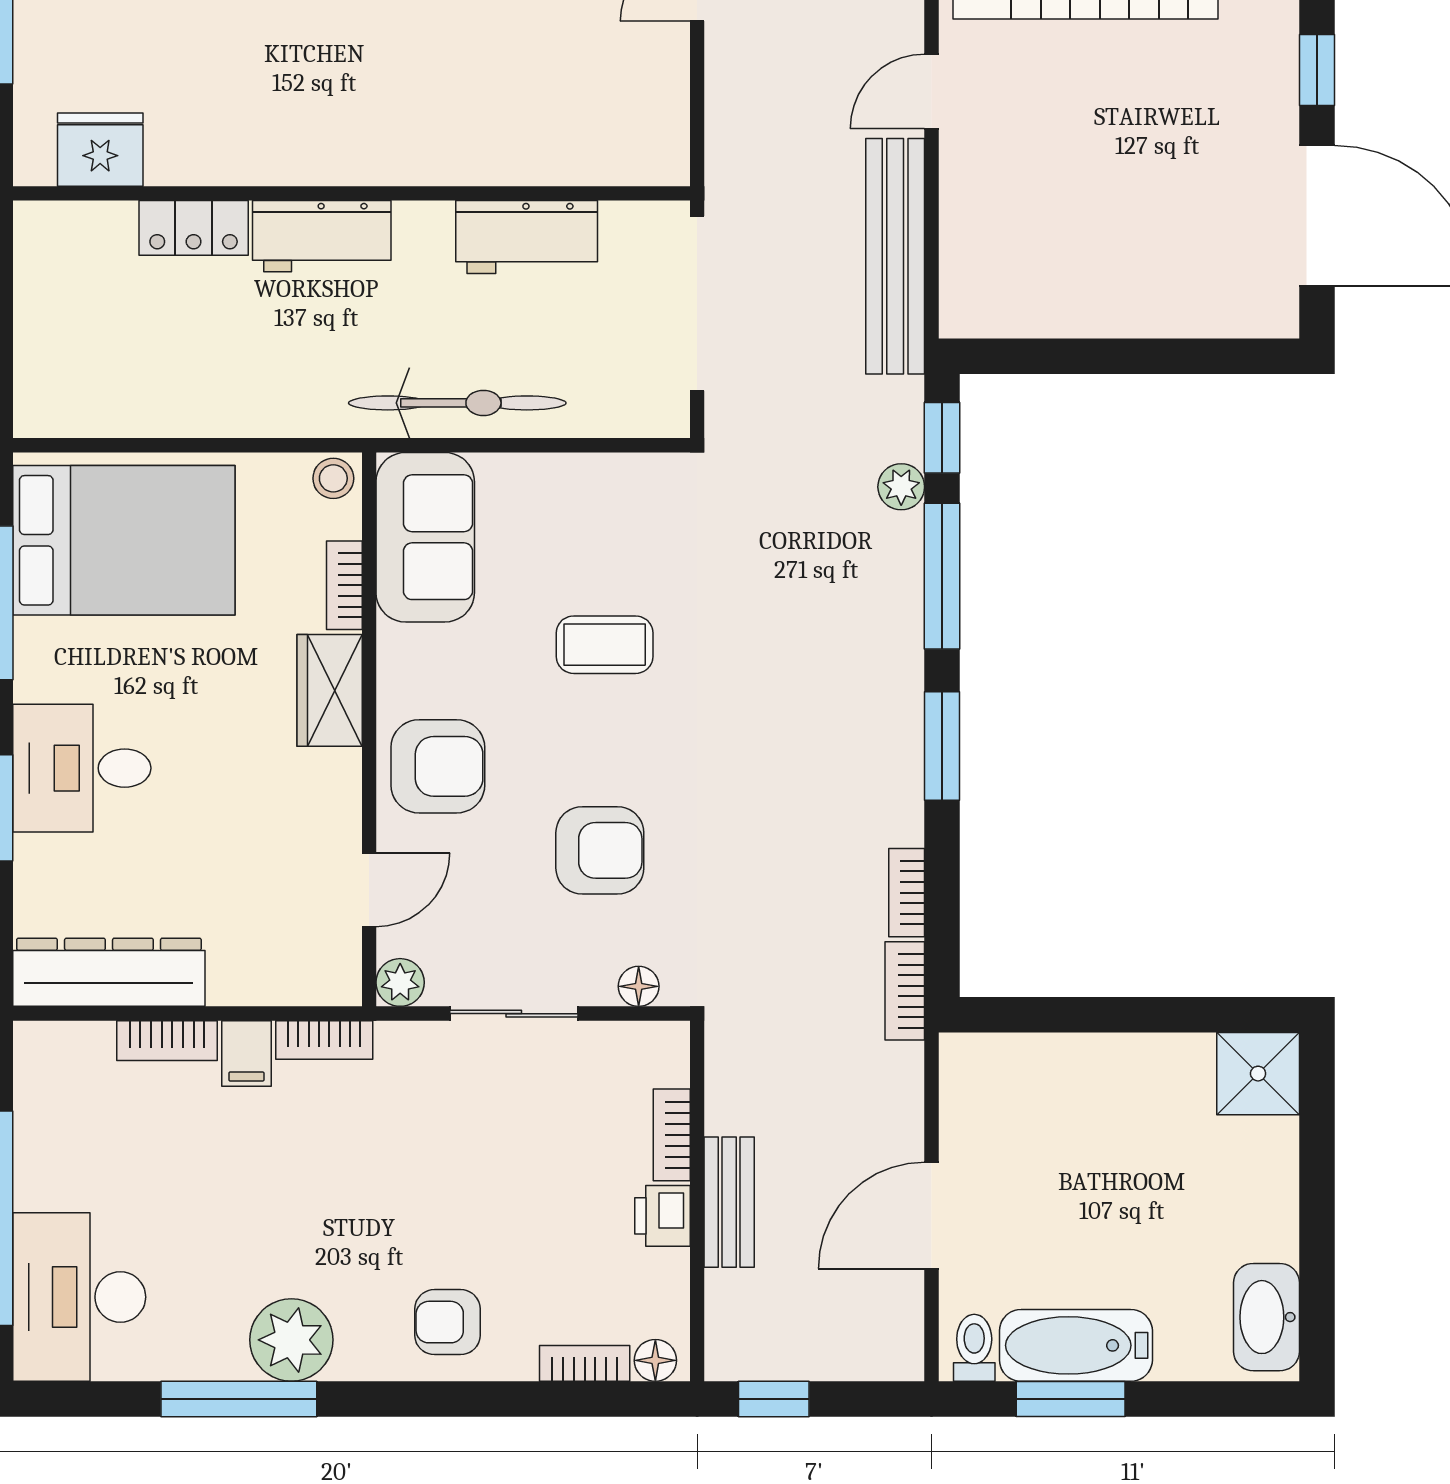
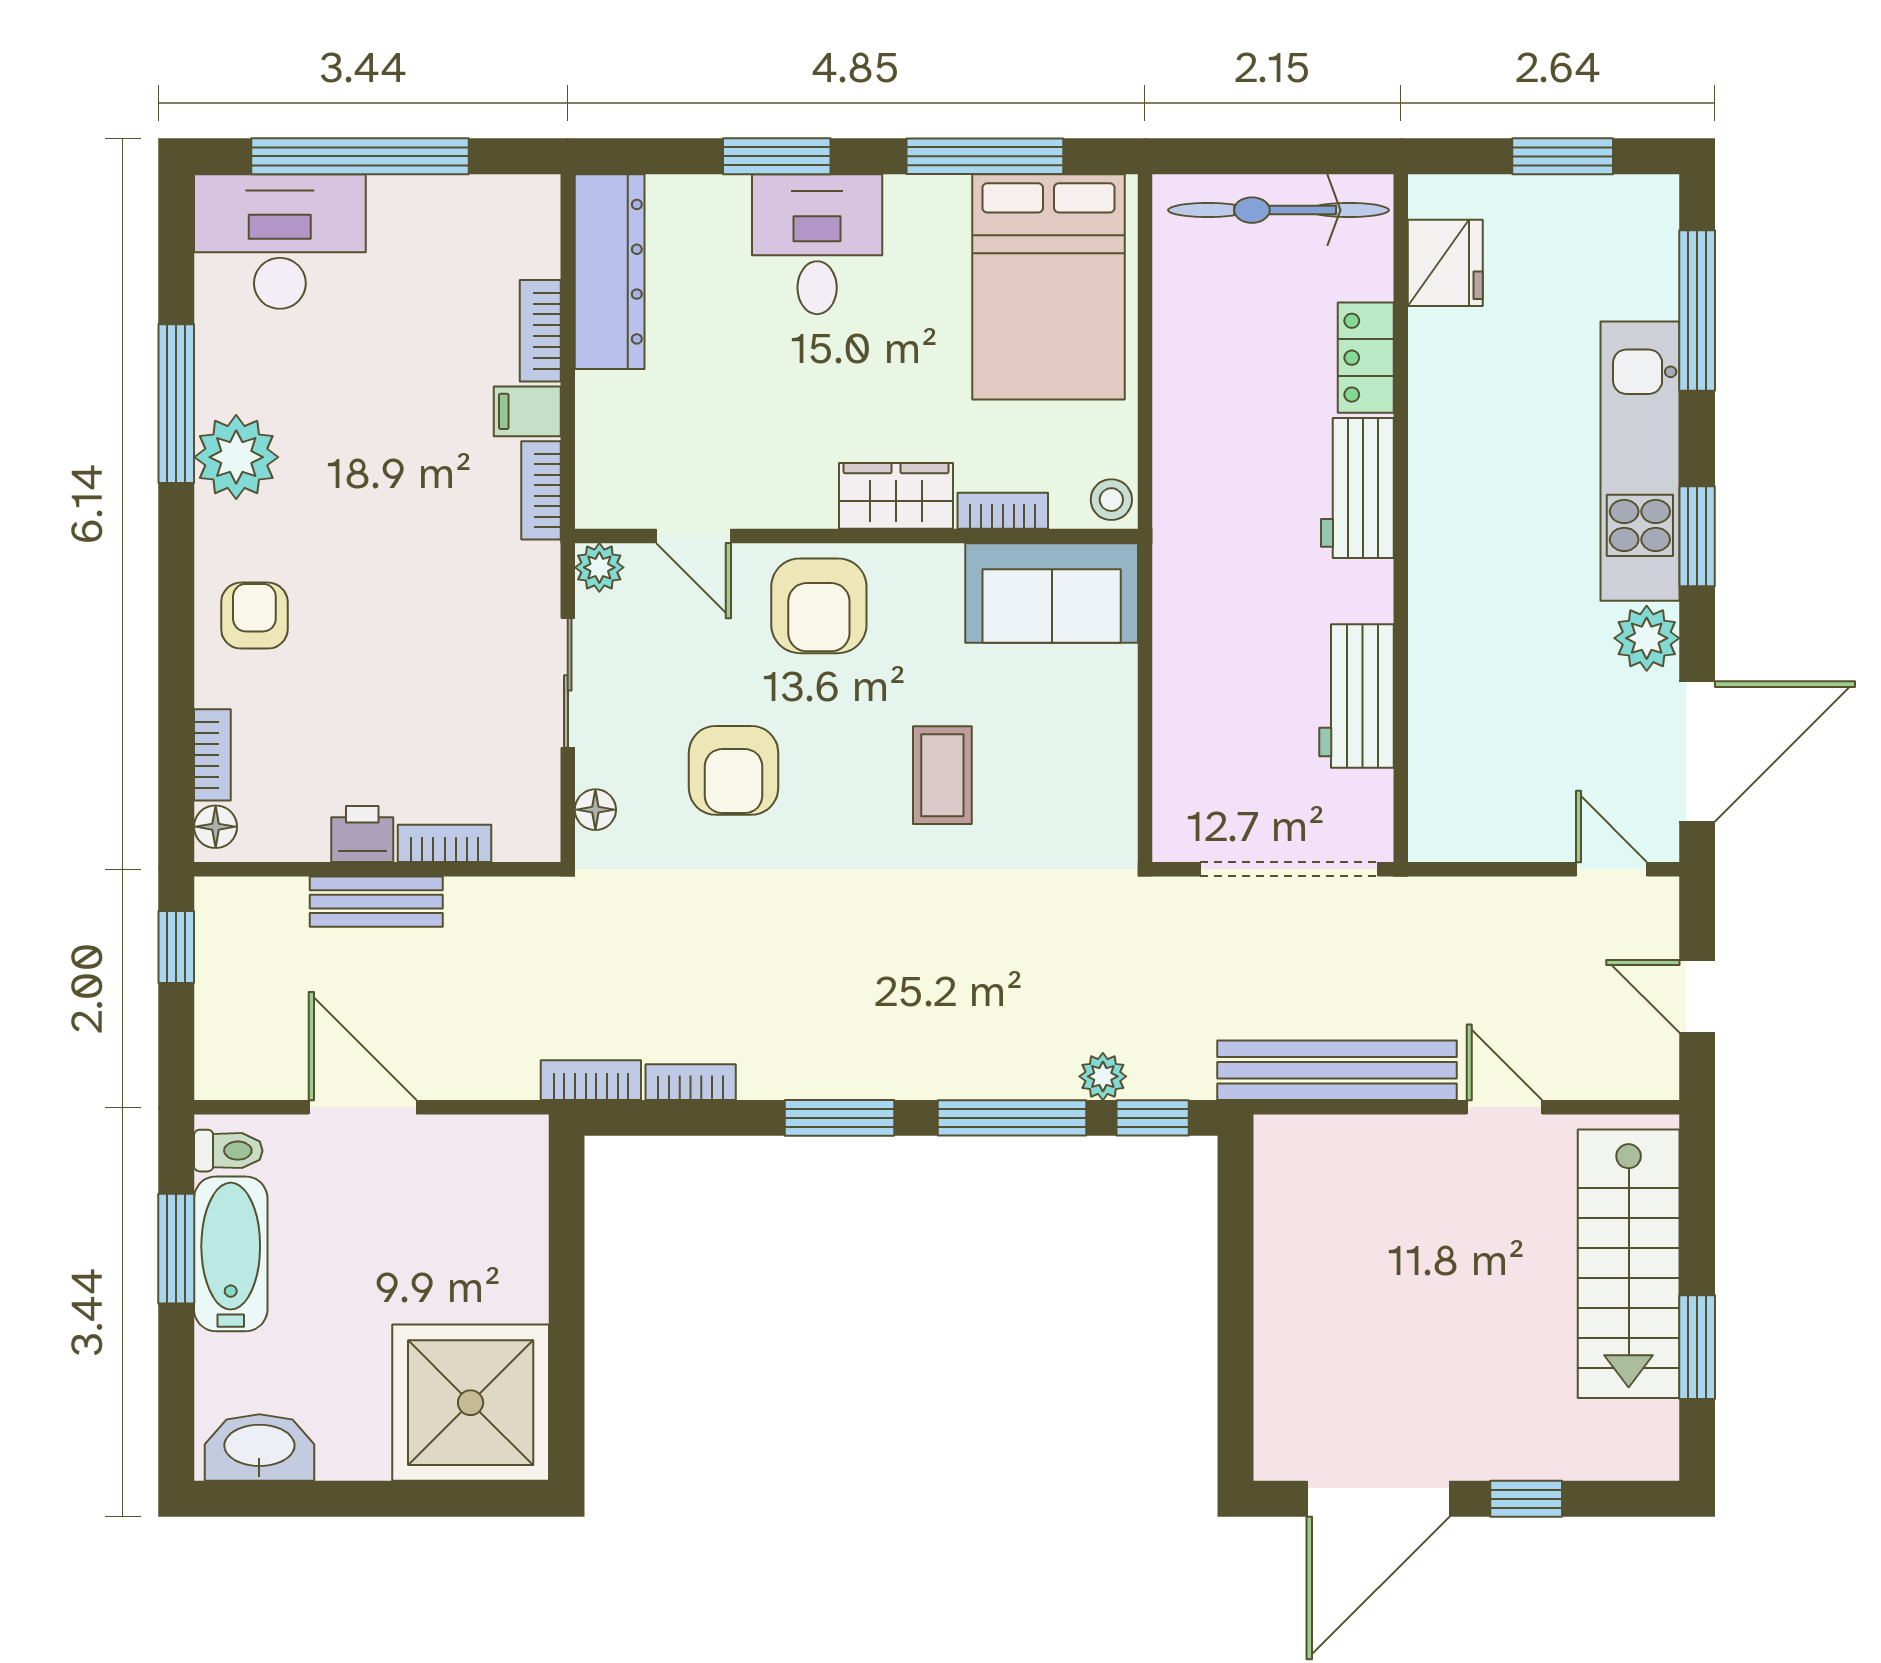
bicycle: (457, 403) -> (1278, 210), moved, turned 90
shower: (1258, 1074) -> (471, 1403), width x1.86, depth x1.86

